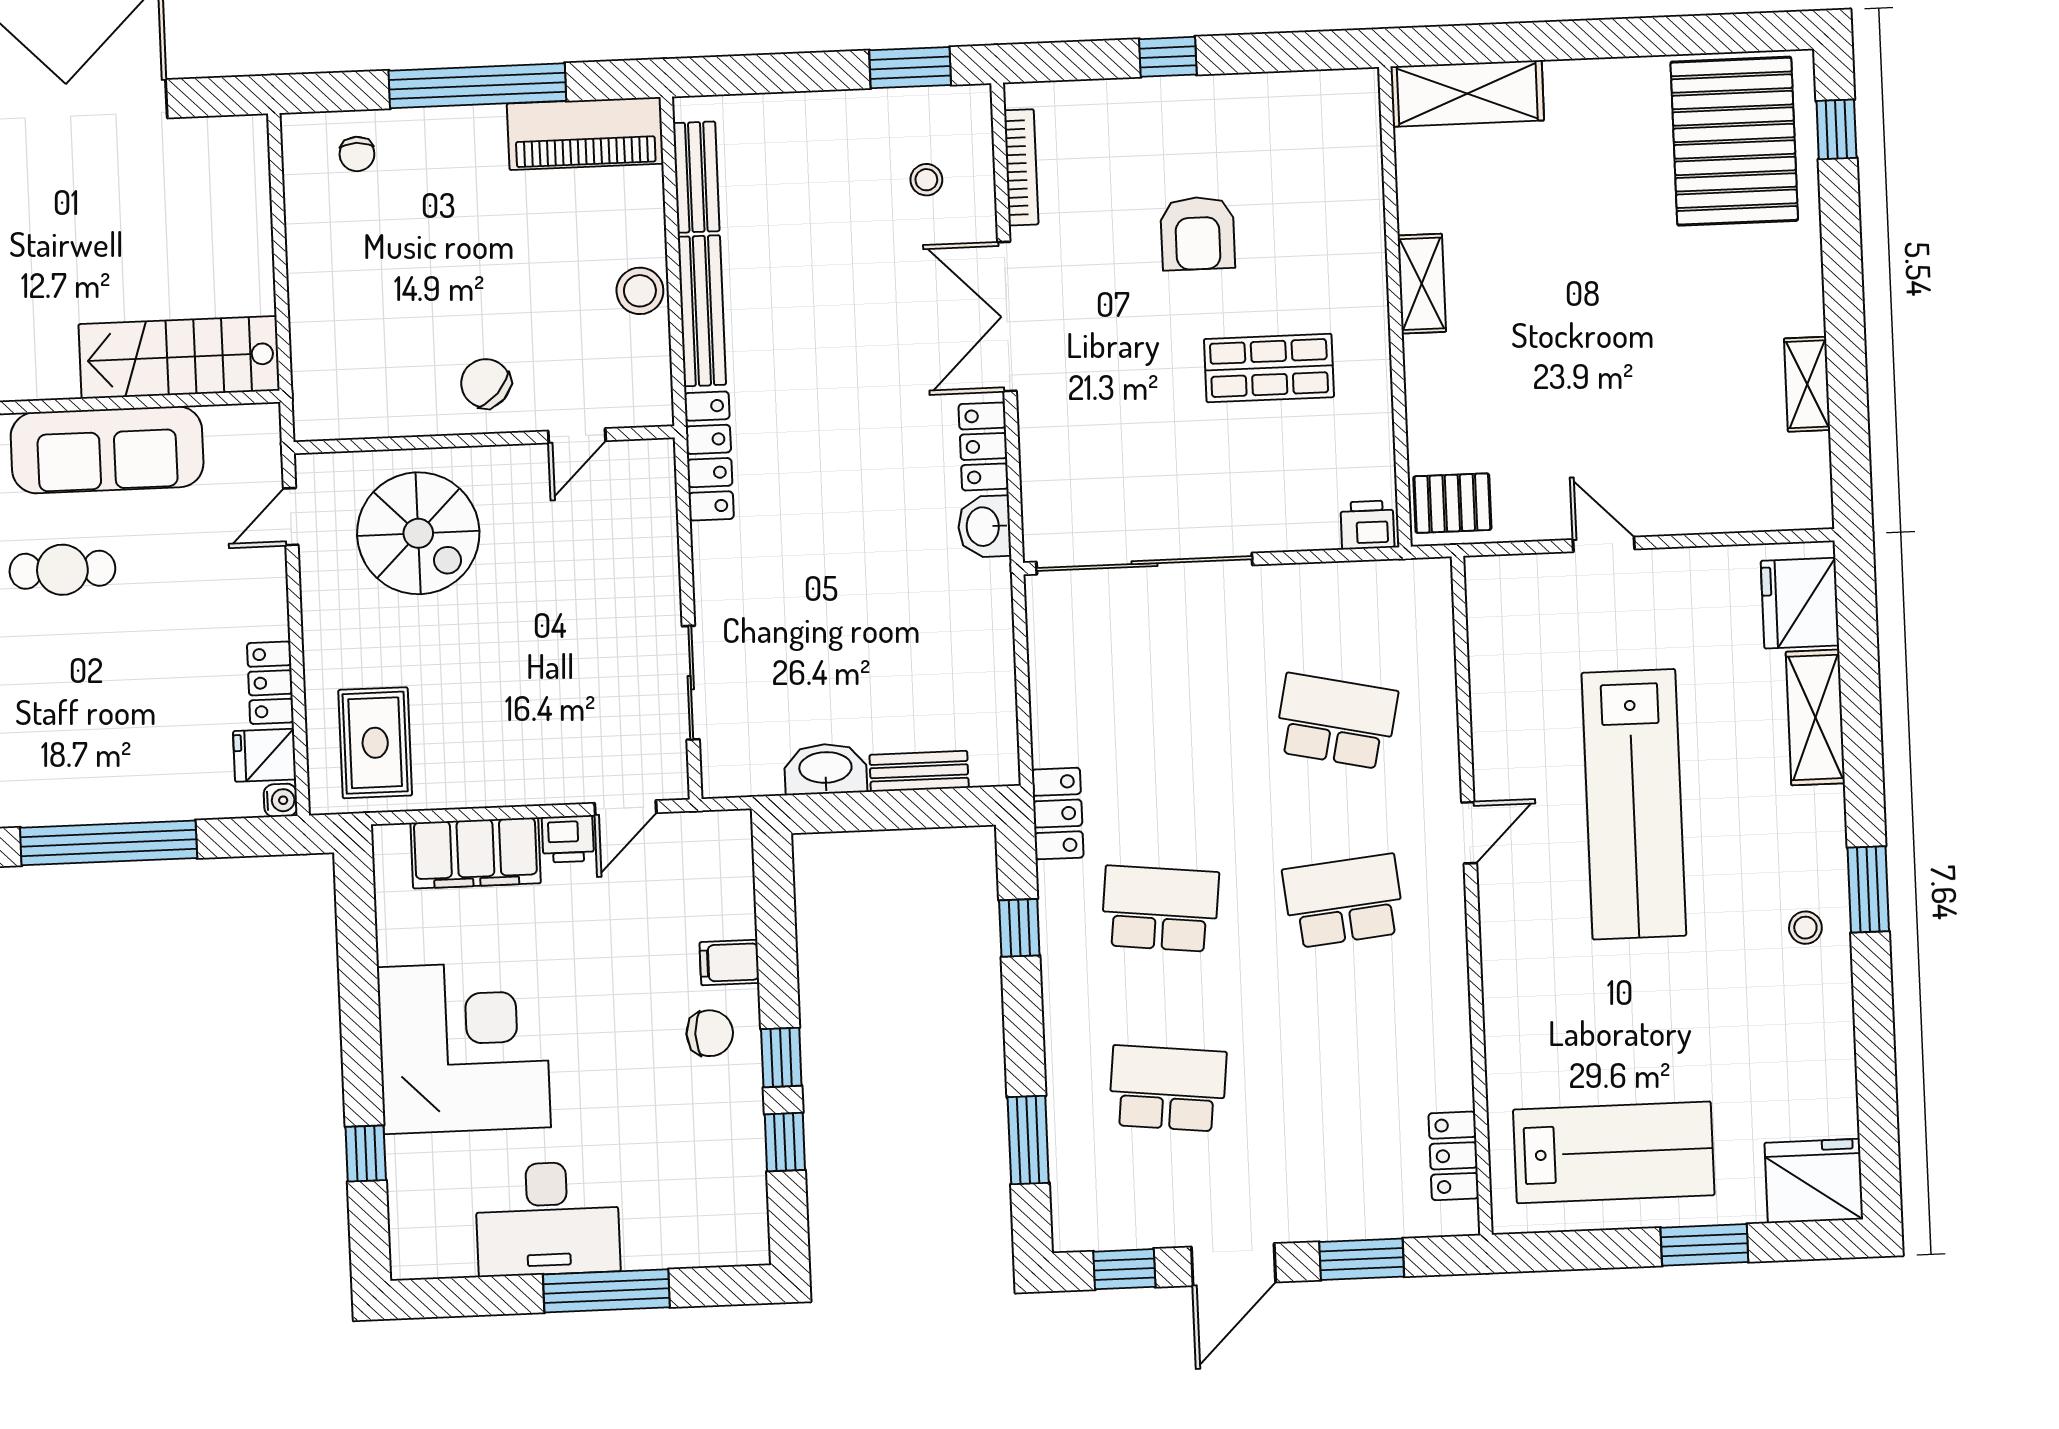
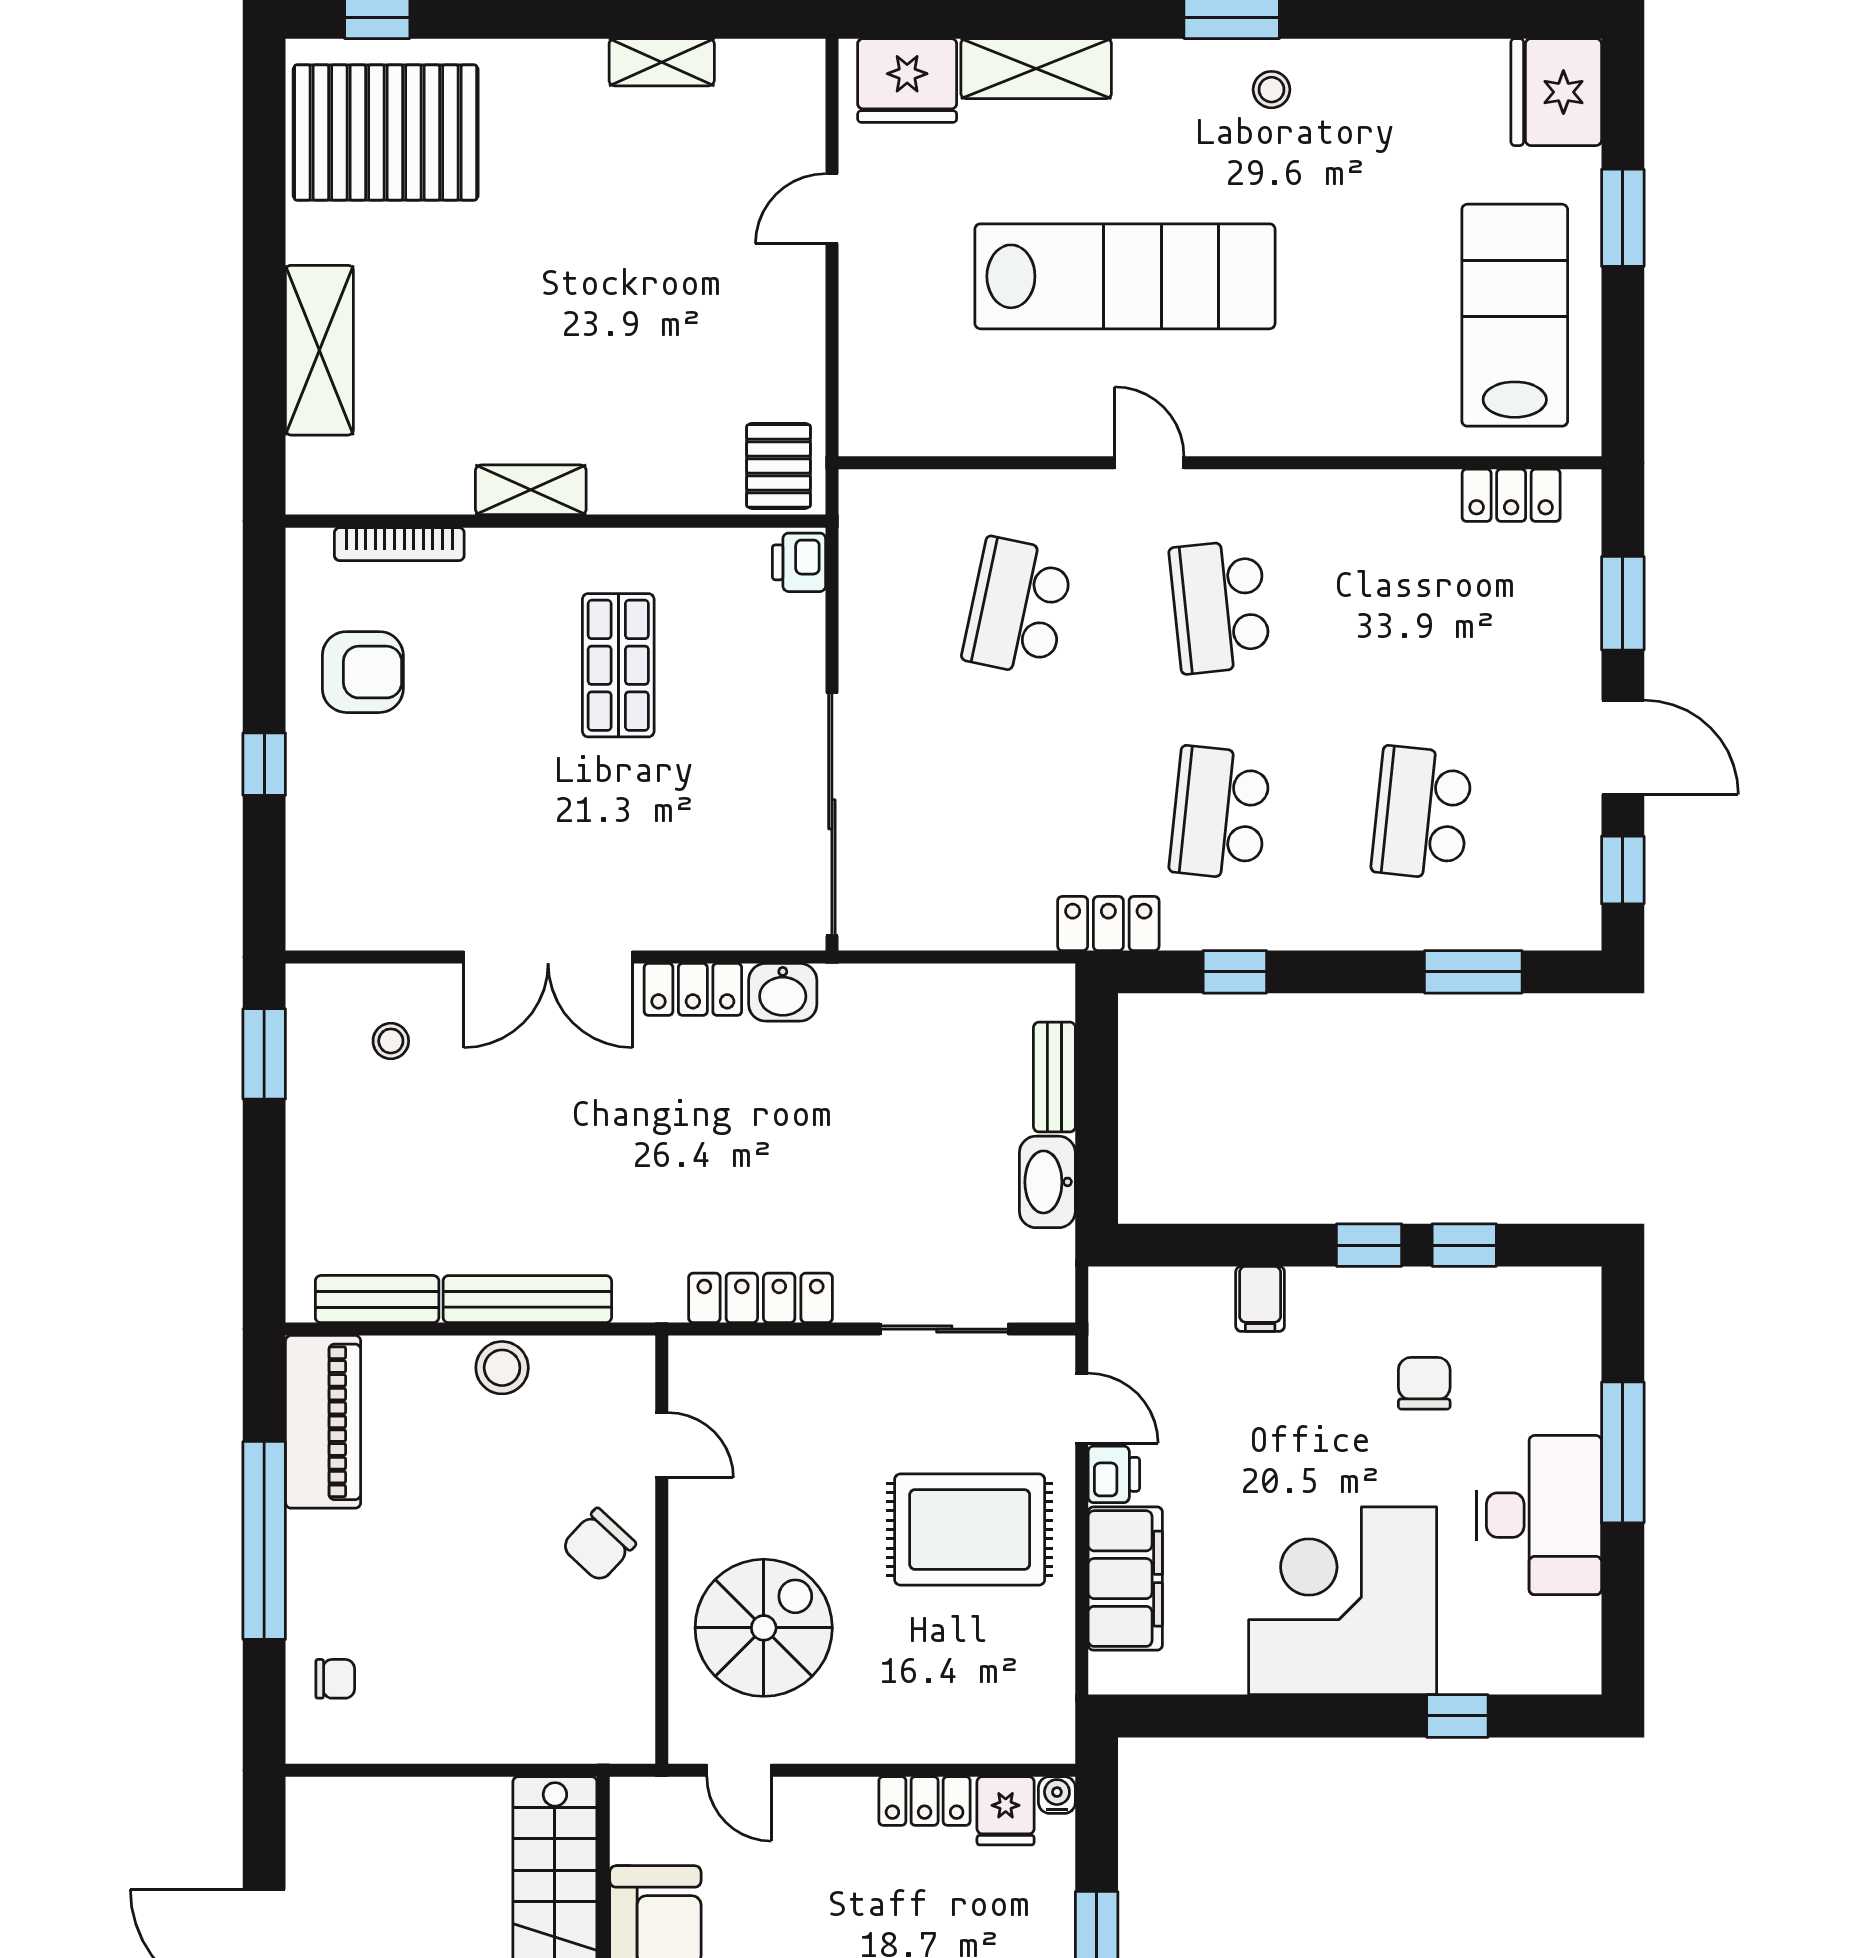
shelving: (1467, 93) -> (319, 350), moved
bookcase: (1021, 167) -> (399, 544), moved, turned 180
armchair: (1198, 233) -> (363, 672), moved
locker: (709, 456) -> (761, 1298), moved
door: (1604, 544) -> (832, 209), moved
rug: (375, 743) -> (970, 1530), moved, width x1.36, depth x1.43
chair: (710, 1033) -> (1424, 1383), moved

